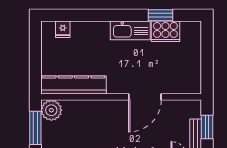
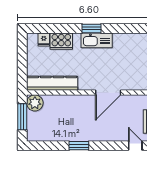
window: (161, 15) -> (92, 29), moved
cooker: (165, 31) -> (61, 41), moved

